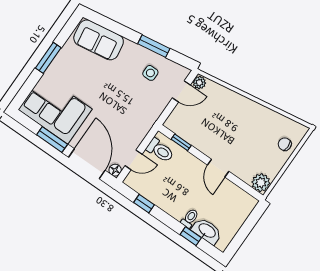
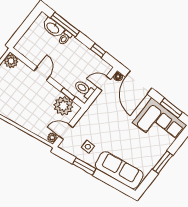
sofa: (99, 40) -> (119, 170), width x1.36
plant: (187, 126) -> (63, 106), added
window: (52, 139) -> (171, 108), moved
window: (191, 236) -> (65, 25), width x2.17

